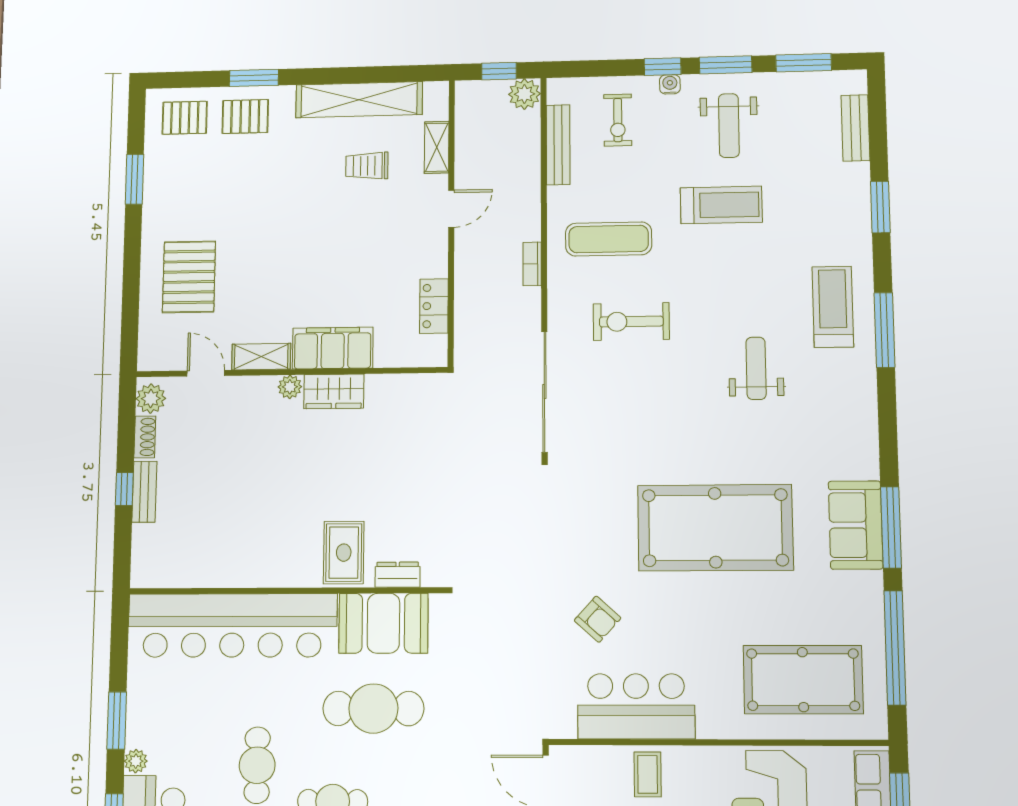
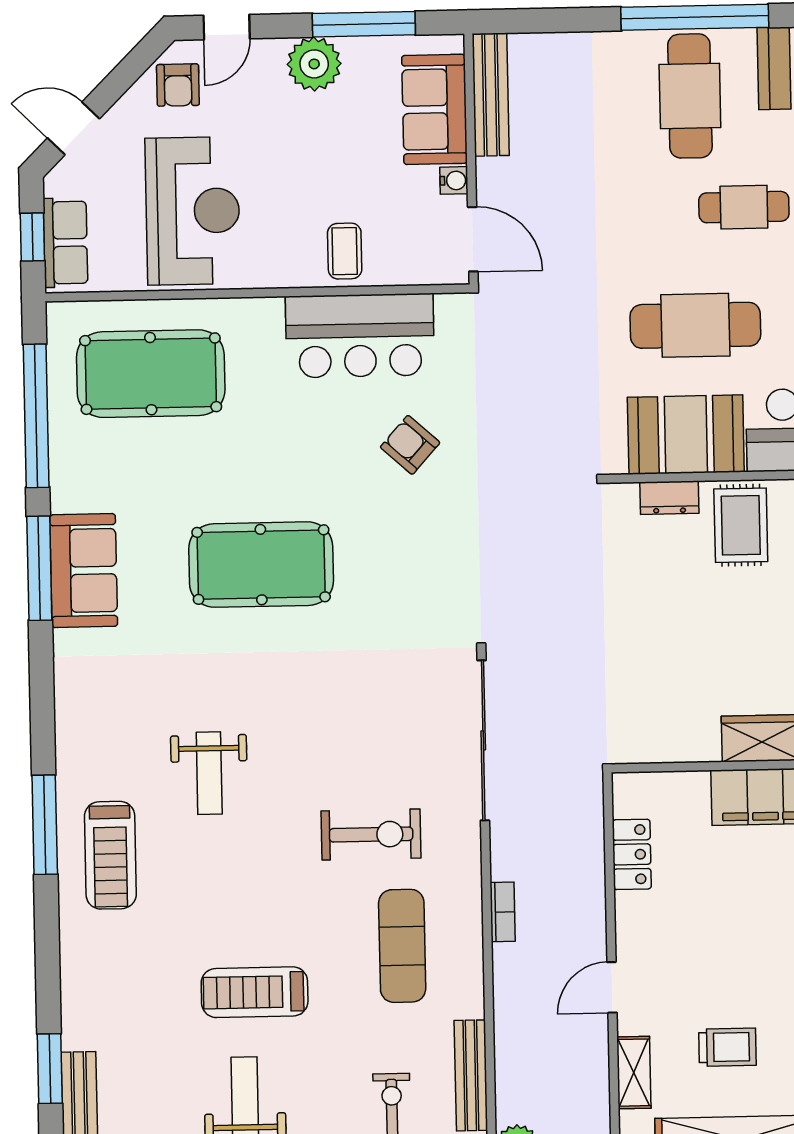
window: (880, 207) -> (50, 1069), moved
exercise mat: (609, 239) -> (402, 946), turned 90
pool table: (715, 528) -> (261, 565), width x0.73, depth x0.76

